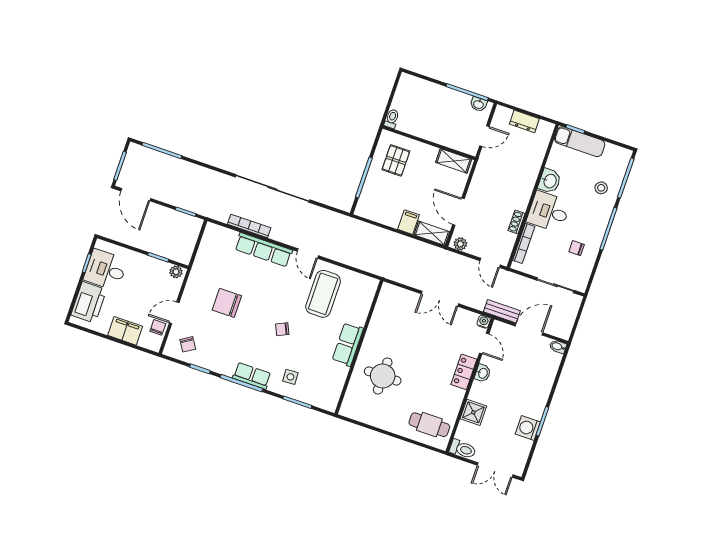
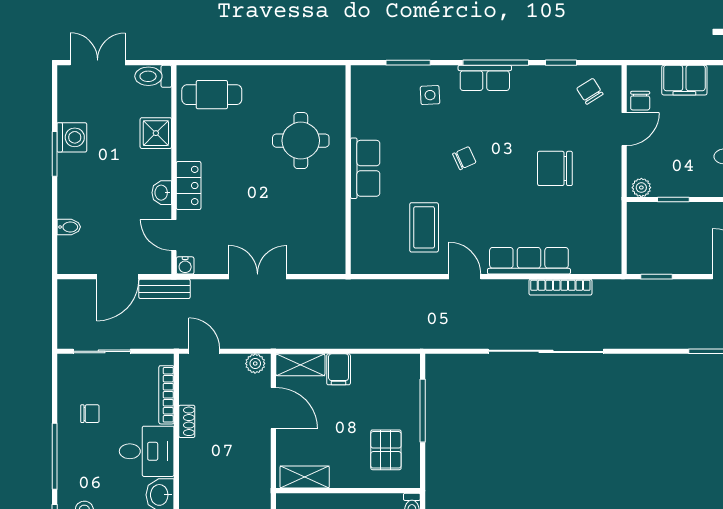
coffee table: (323, 294) -> (424, 227), width x0.73, depth x0.76
chair: (227, 303) -> (555, 168), turned 180
bidet: (558, 347) -> (69, 227), moved

